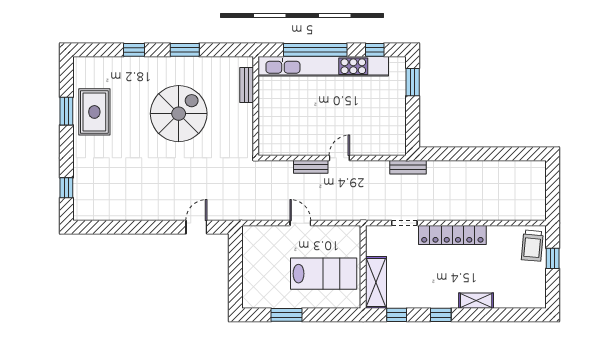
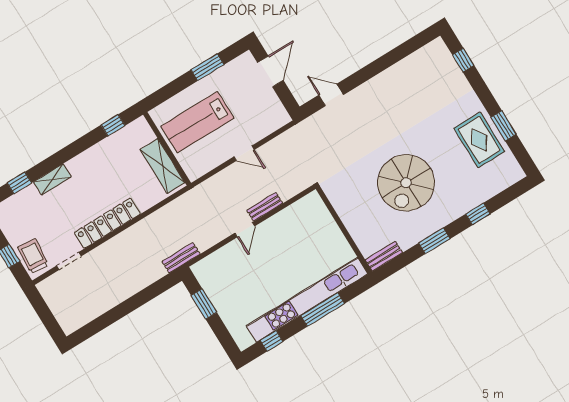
window: (315, 50) -> (323, 310), width x0.68
window: (413, 82) -> (204, 304), moved
bench: (247, 85) -> (384, 256), moved, turned 90
doorway: (404, 223) -> (69, 261), moved
door: (196, 227) -> (331, 95), swing flipped
door: (235, 278) -> (270, 71), added
shelving: (376, 282) -> (163, 166), moved
window: (441, 315) -> (19, 183), moved

